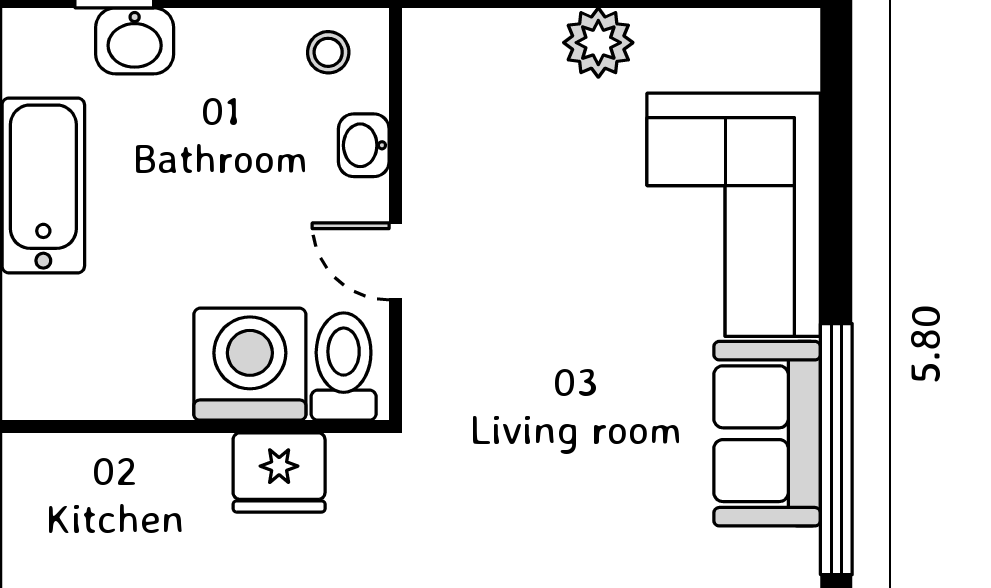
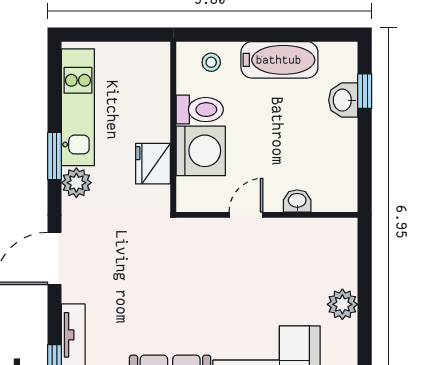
stool: (328, 52) -> (211, 62), moved
toilet: (344, 367) -> (200, 110), moved

